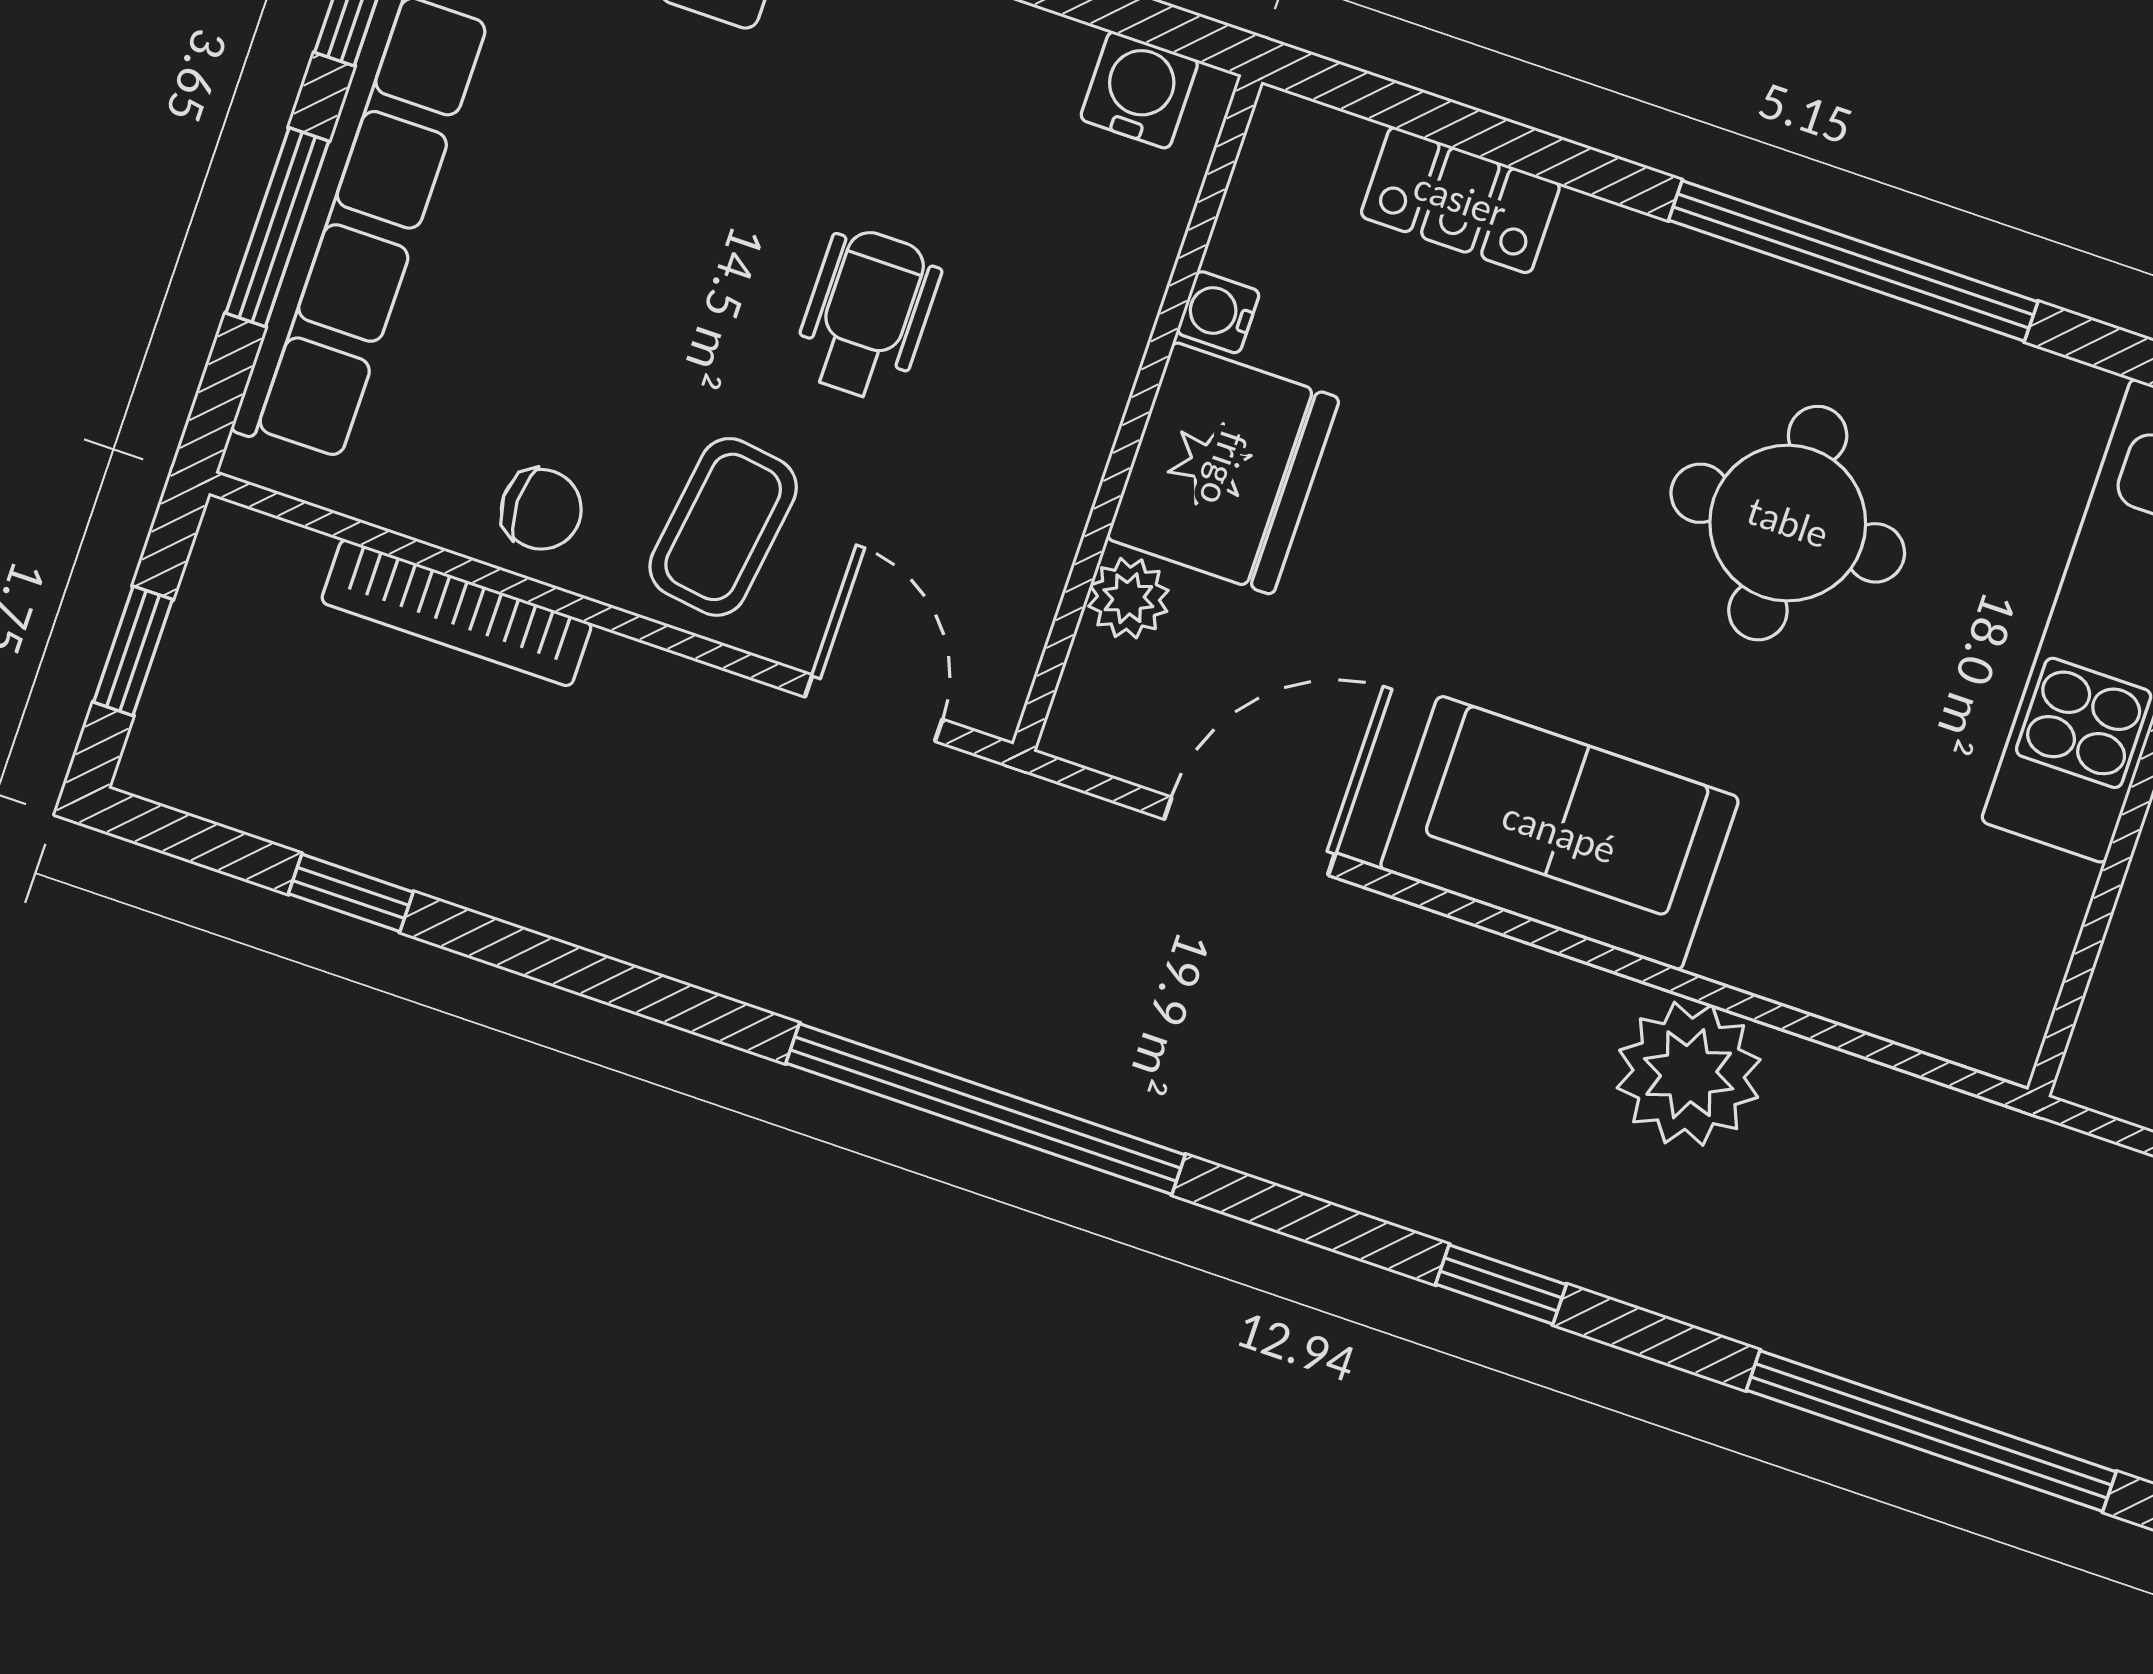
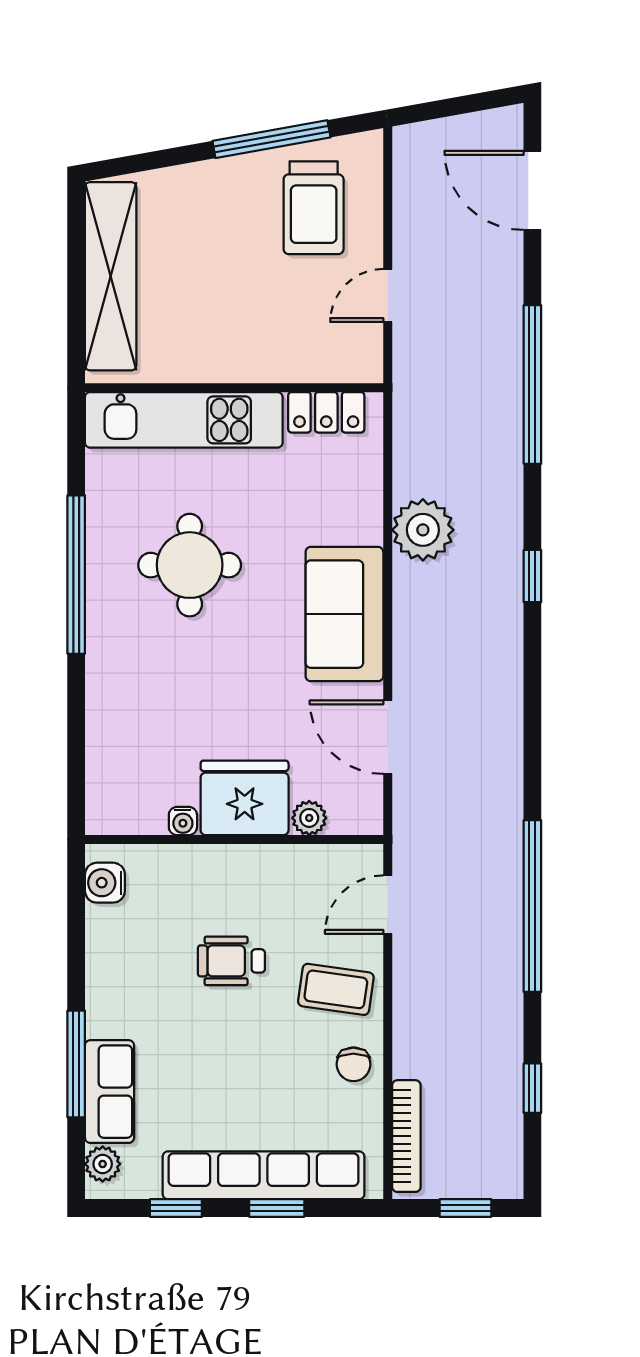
locker: (1460, 200) -> (326, 412), moved, turned 90
window: (277, 227) -> (277, 1208), width x0.67
chair: (541, 509) -> (353, 1064), turned 180
bookcase: (456, 613) -> (406, 1136), moved
window: (986, 1109) -> (532, 906), moved

